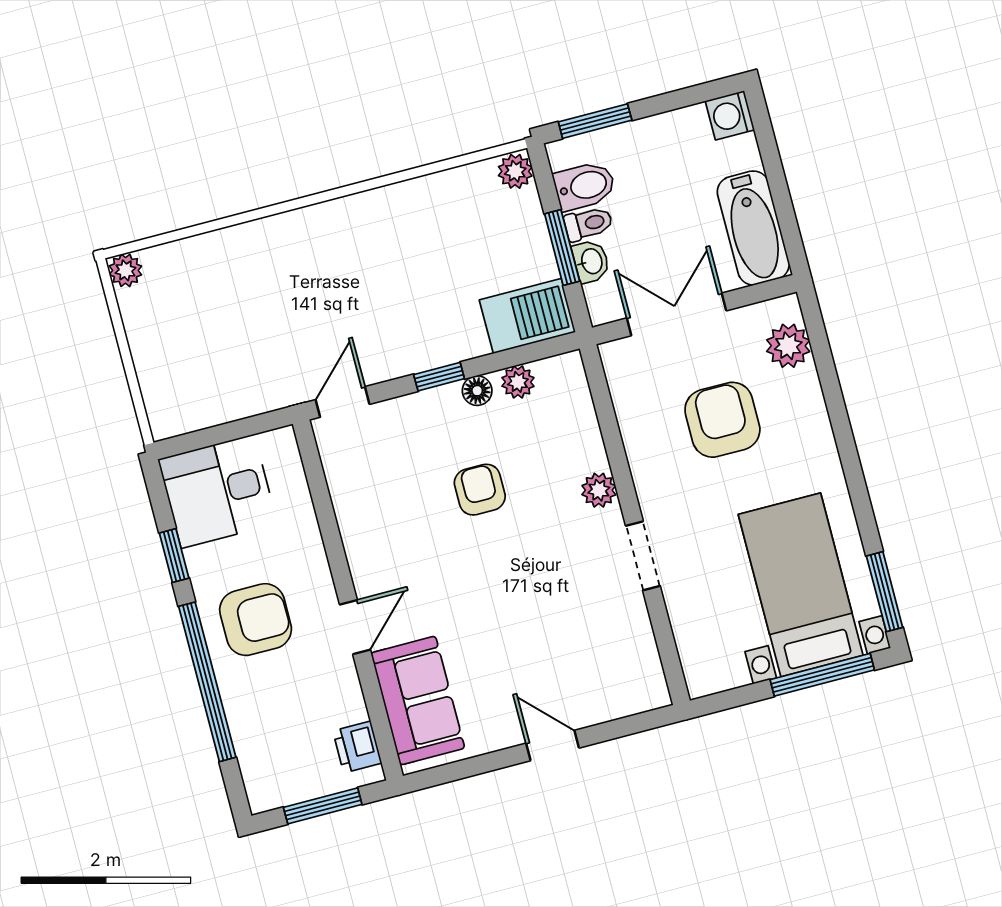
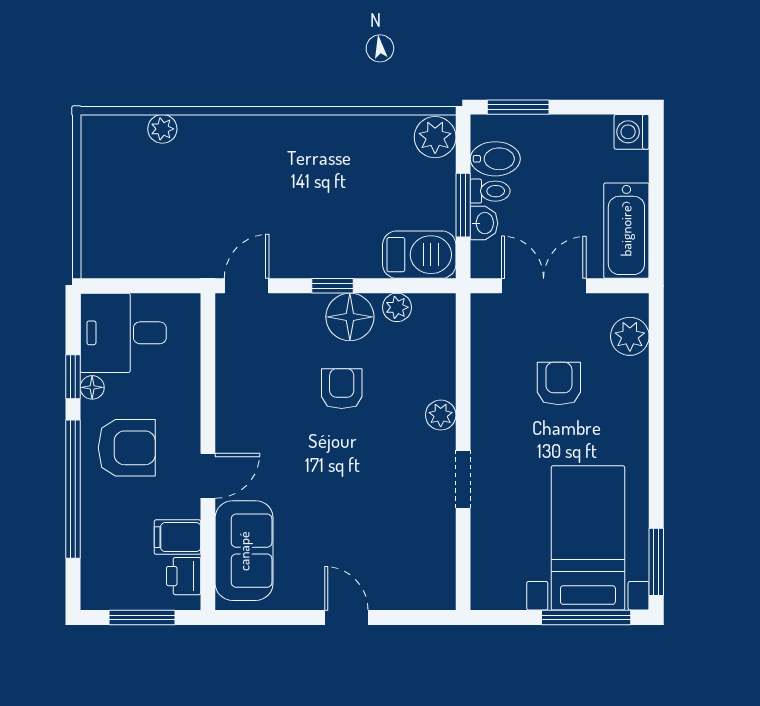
plant: (515, 171) -> (435, 137), width x1.38, depth x1.38
plant: (125, 270) -> (162, 129), moved
floor lamp: (477, 391) -> (350, 317), width x1.89, depth x1.89
armchair: (722, 420) -> (559, 383), width x0.72, depth x0.72
floor lamp: (199, 562) -> (92, 387), added
filing cabinet: (339, 705) -> (177, 537), added

